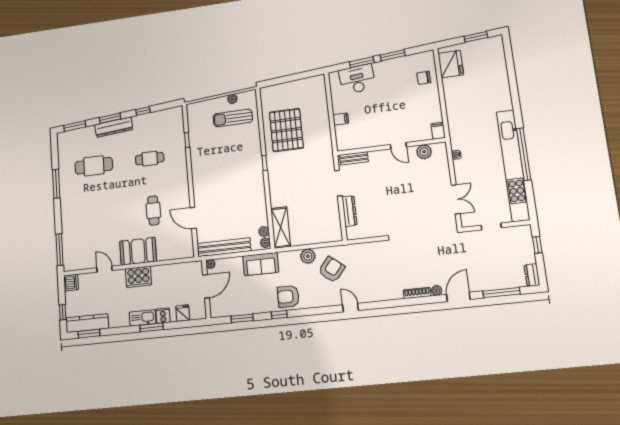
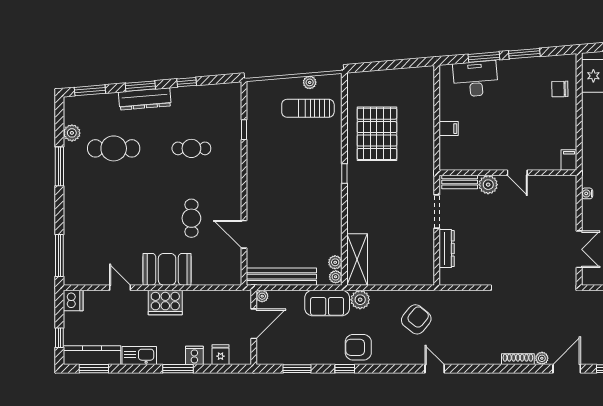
plant: (424, 152) -> (488, 185), moved
plant: (64, 158) -> (72, 133), added
plant: (308, 256) -> (360, 300), moved
kitchen sink: (143, 318) -> (139, 356), moved

